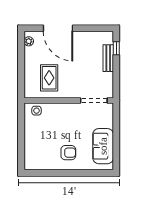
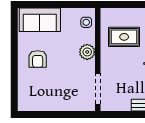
plant: (62, 110) -> (87, 52), added
sofa: (103, 146) -> (40, 20), moved, turned 180

